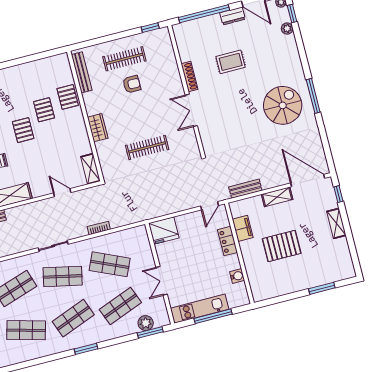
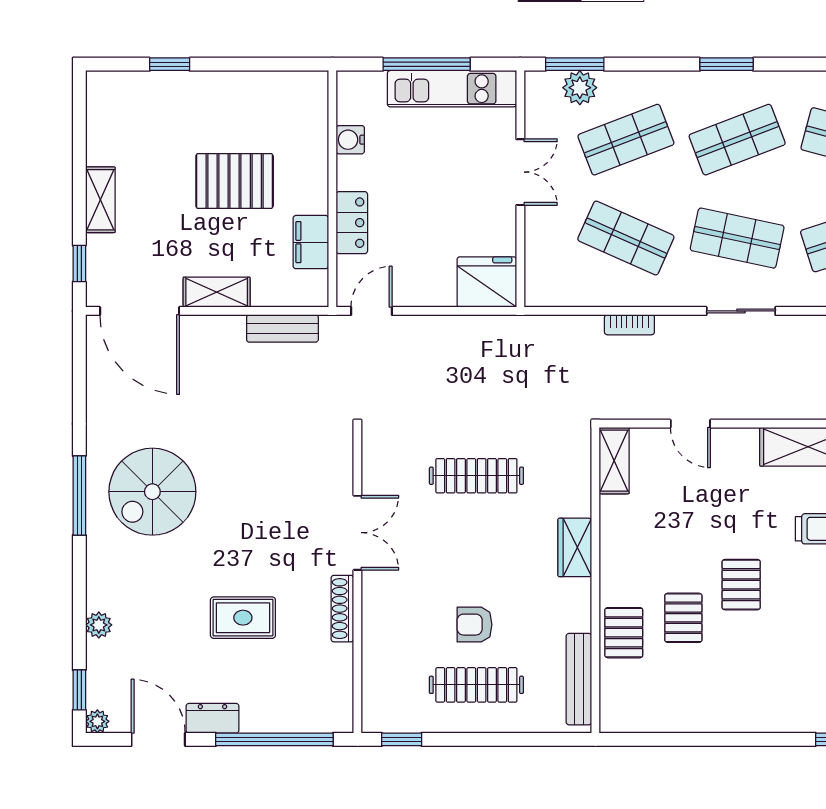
plant: (287, 29) -> (99, 625), moved
window: (322, 288) -> (170, 64), width x0.67

